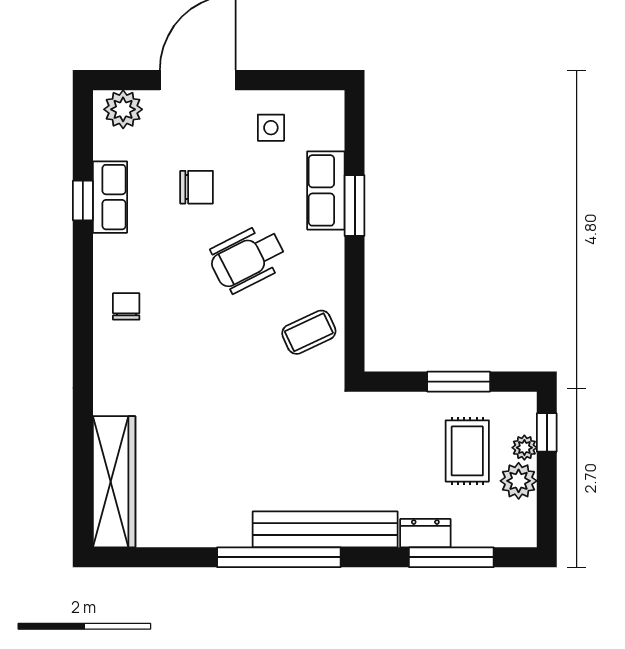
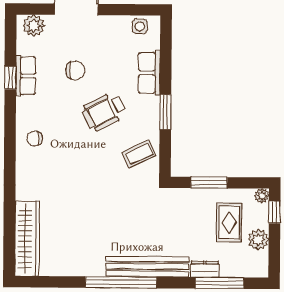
side table: (271, 128) -> (140, 26), moved
window: (355, 206) -> (165, 112), moved
chair: (126, 306) -> (35, 138), turned -90
window: (459, 382) -> (209, 183), moved
plant: (524, 448) -> (262, 196), moved

